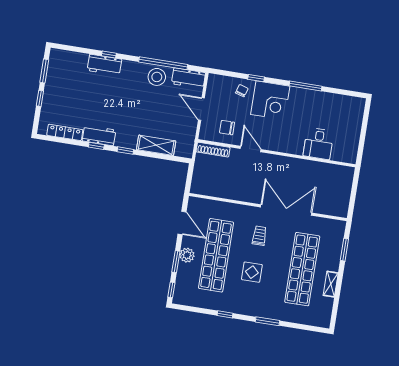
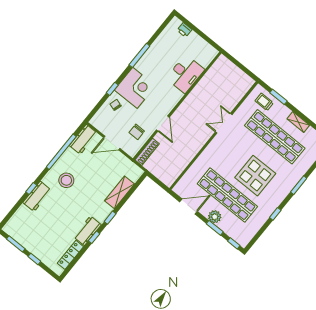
stool: (157, 77) -> (66, 180), moved
printer: (357, 116) -> (184, 30), added
desk: (318, 144) -> (185, 74), width x1.37
door: (251, 149) -> (163, 123), swing flipped
double door: (286, 210) -> (224, 123), width x0.54
trolley: (259, 236) -> (264, 102), moved
display table: (252, 272) -> (255, 176), width x1.86, depth x1.86

